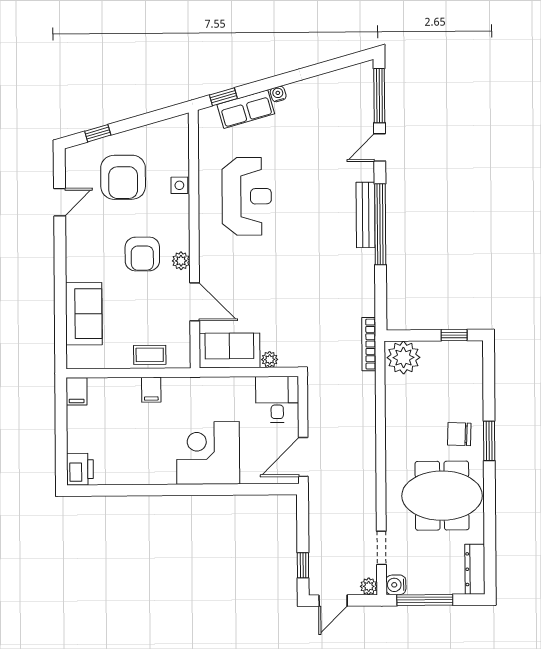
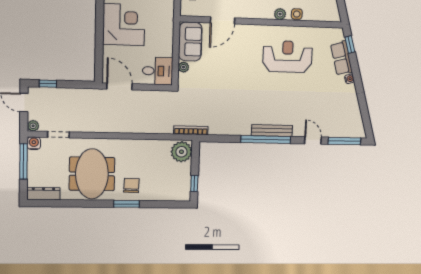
reception desk: (247, 196) -> (288, 57), turned 180
plant: (181, 261) -> (280, 14), moved

